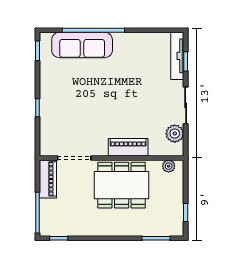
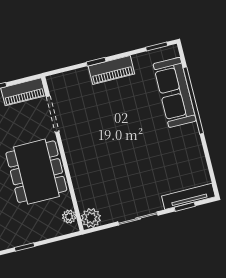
plant: (175, 134) -> (91, 218), moved
piano: (128, 147) -> (111, 70), moved, turned 90

